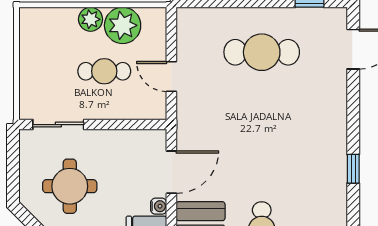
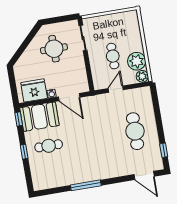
plant: (91, 19) -> (142, 76), moved
window: (353, 169) -> (86, 185), width x2.17

